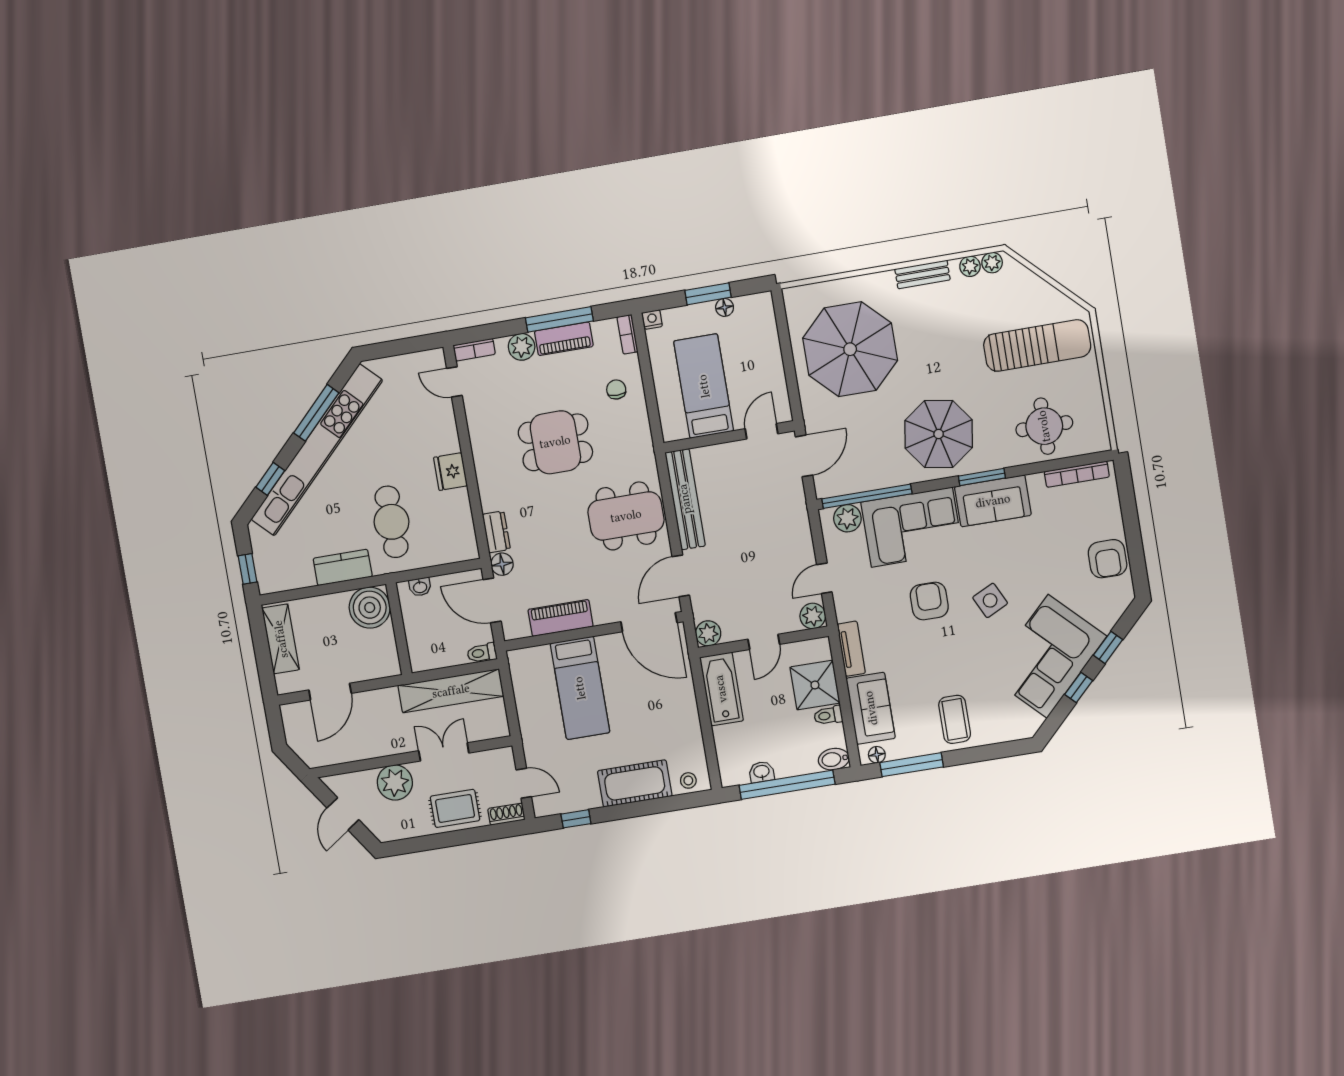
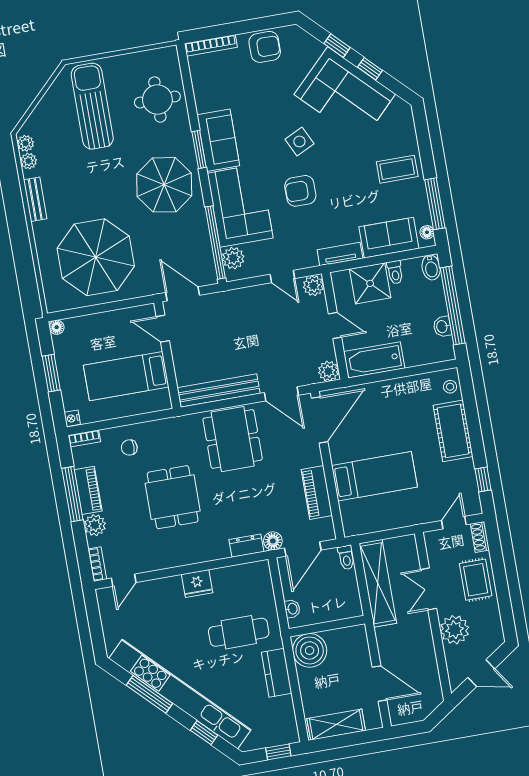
floor lamp: (725, 307) -> (57, 327), moved
bookcase: (1077, 474) -> (211, 45), moved, turned 90

